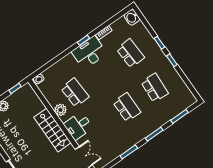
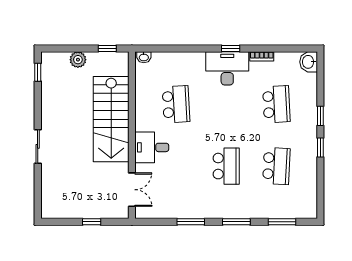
plant: (60, 110) -> (144, 113), removed
stairs: (52, 130) -> (111, 119), width x1.36, depth x1.51

